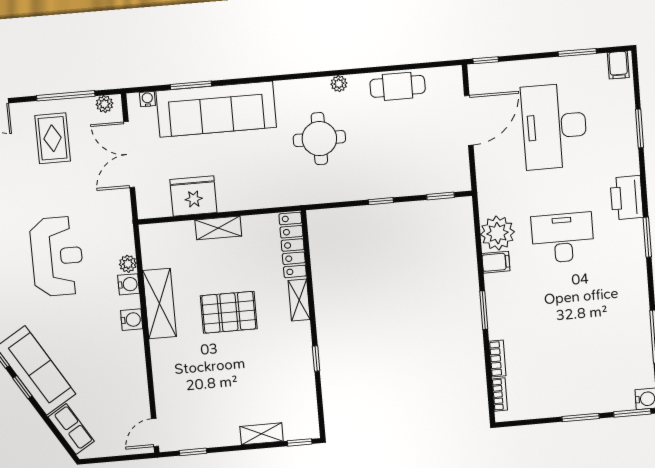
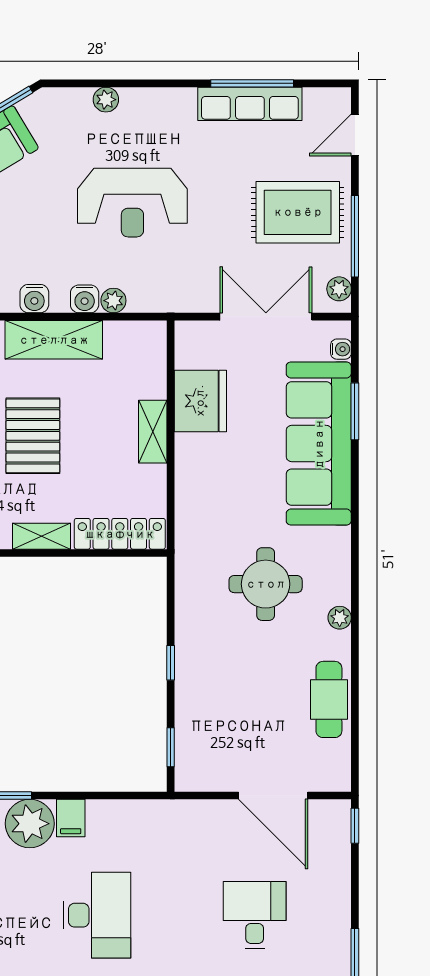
desk: (554, 126) -> (255, 915), width x0.53, depth x0.77
rug: (53, 138) -> (298, 212), width x1.36, depth x1.43
plant: (498, 233) -> (30, 824), moved

